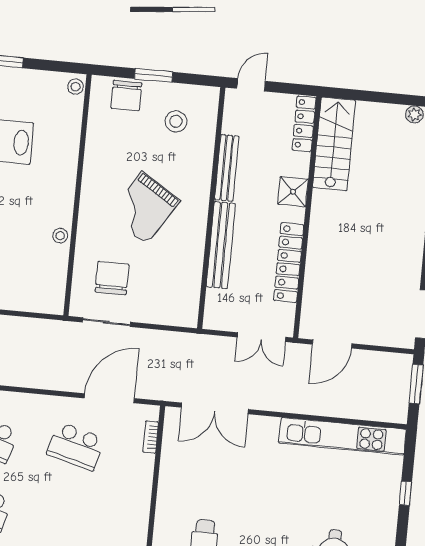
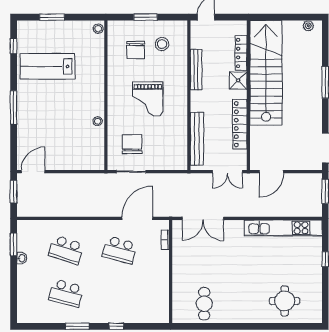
chair: (126, 96) -> (136, 50), moved
locker: (304, 124) -> (241, 53), moved
stairs: (334, 144) -> (266, 73), width x1.86, depth x1.51
grand piano: (144, 208) -> (148, 99), turned -32
bench: (221, 245) -> (197, 139), moved

